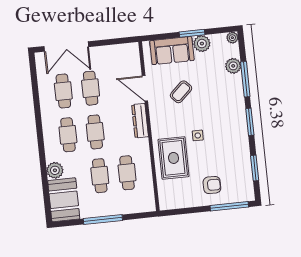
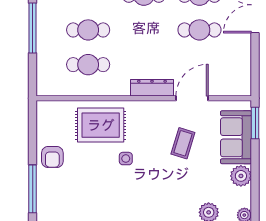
window: (192, 33) -> (255, 123), moved
coffee table: (181, 92) -> (183, 143), turned 60
cafe table: (95, 132) -> (144, 30), removed
armchair: (212, 185) -> (52, 157), moved

